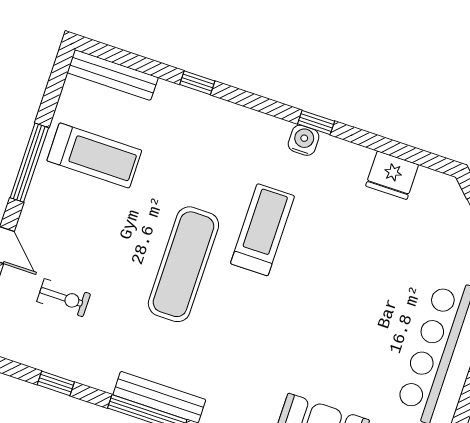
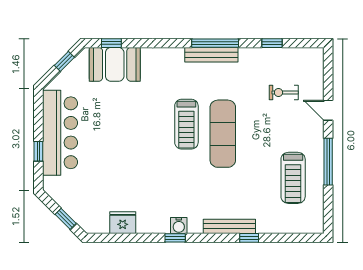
bench: (113, 75) -> (229, 226), moved
treadmill: (94, 155) -> (293, 178), turned -90
treadmill: (263, 230) -> (186, 124), moved

